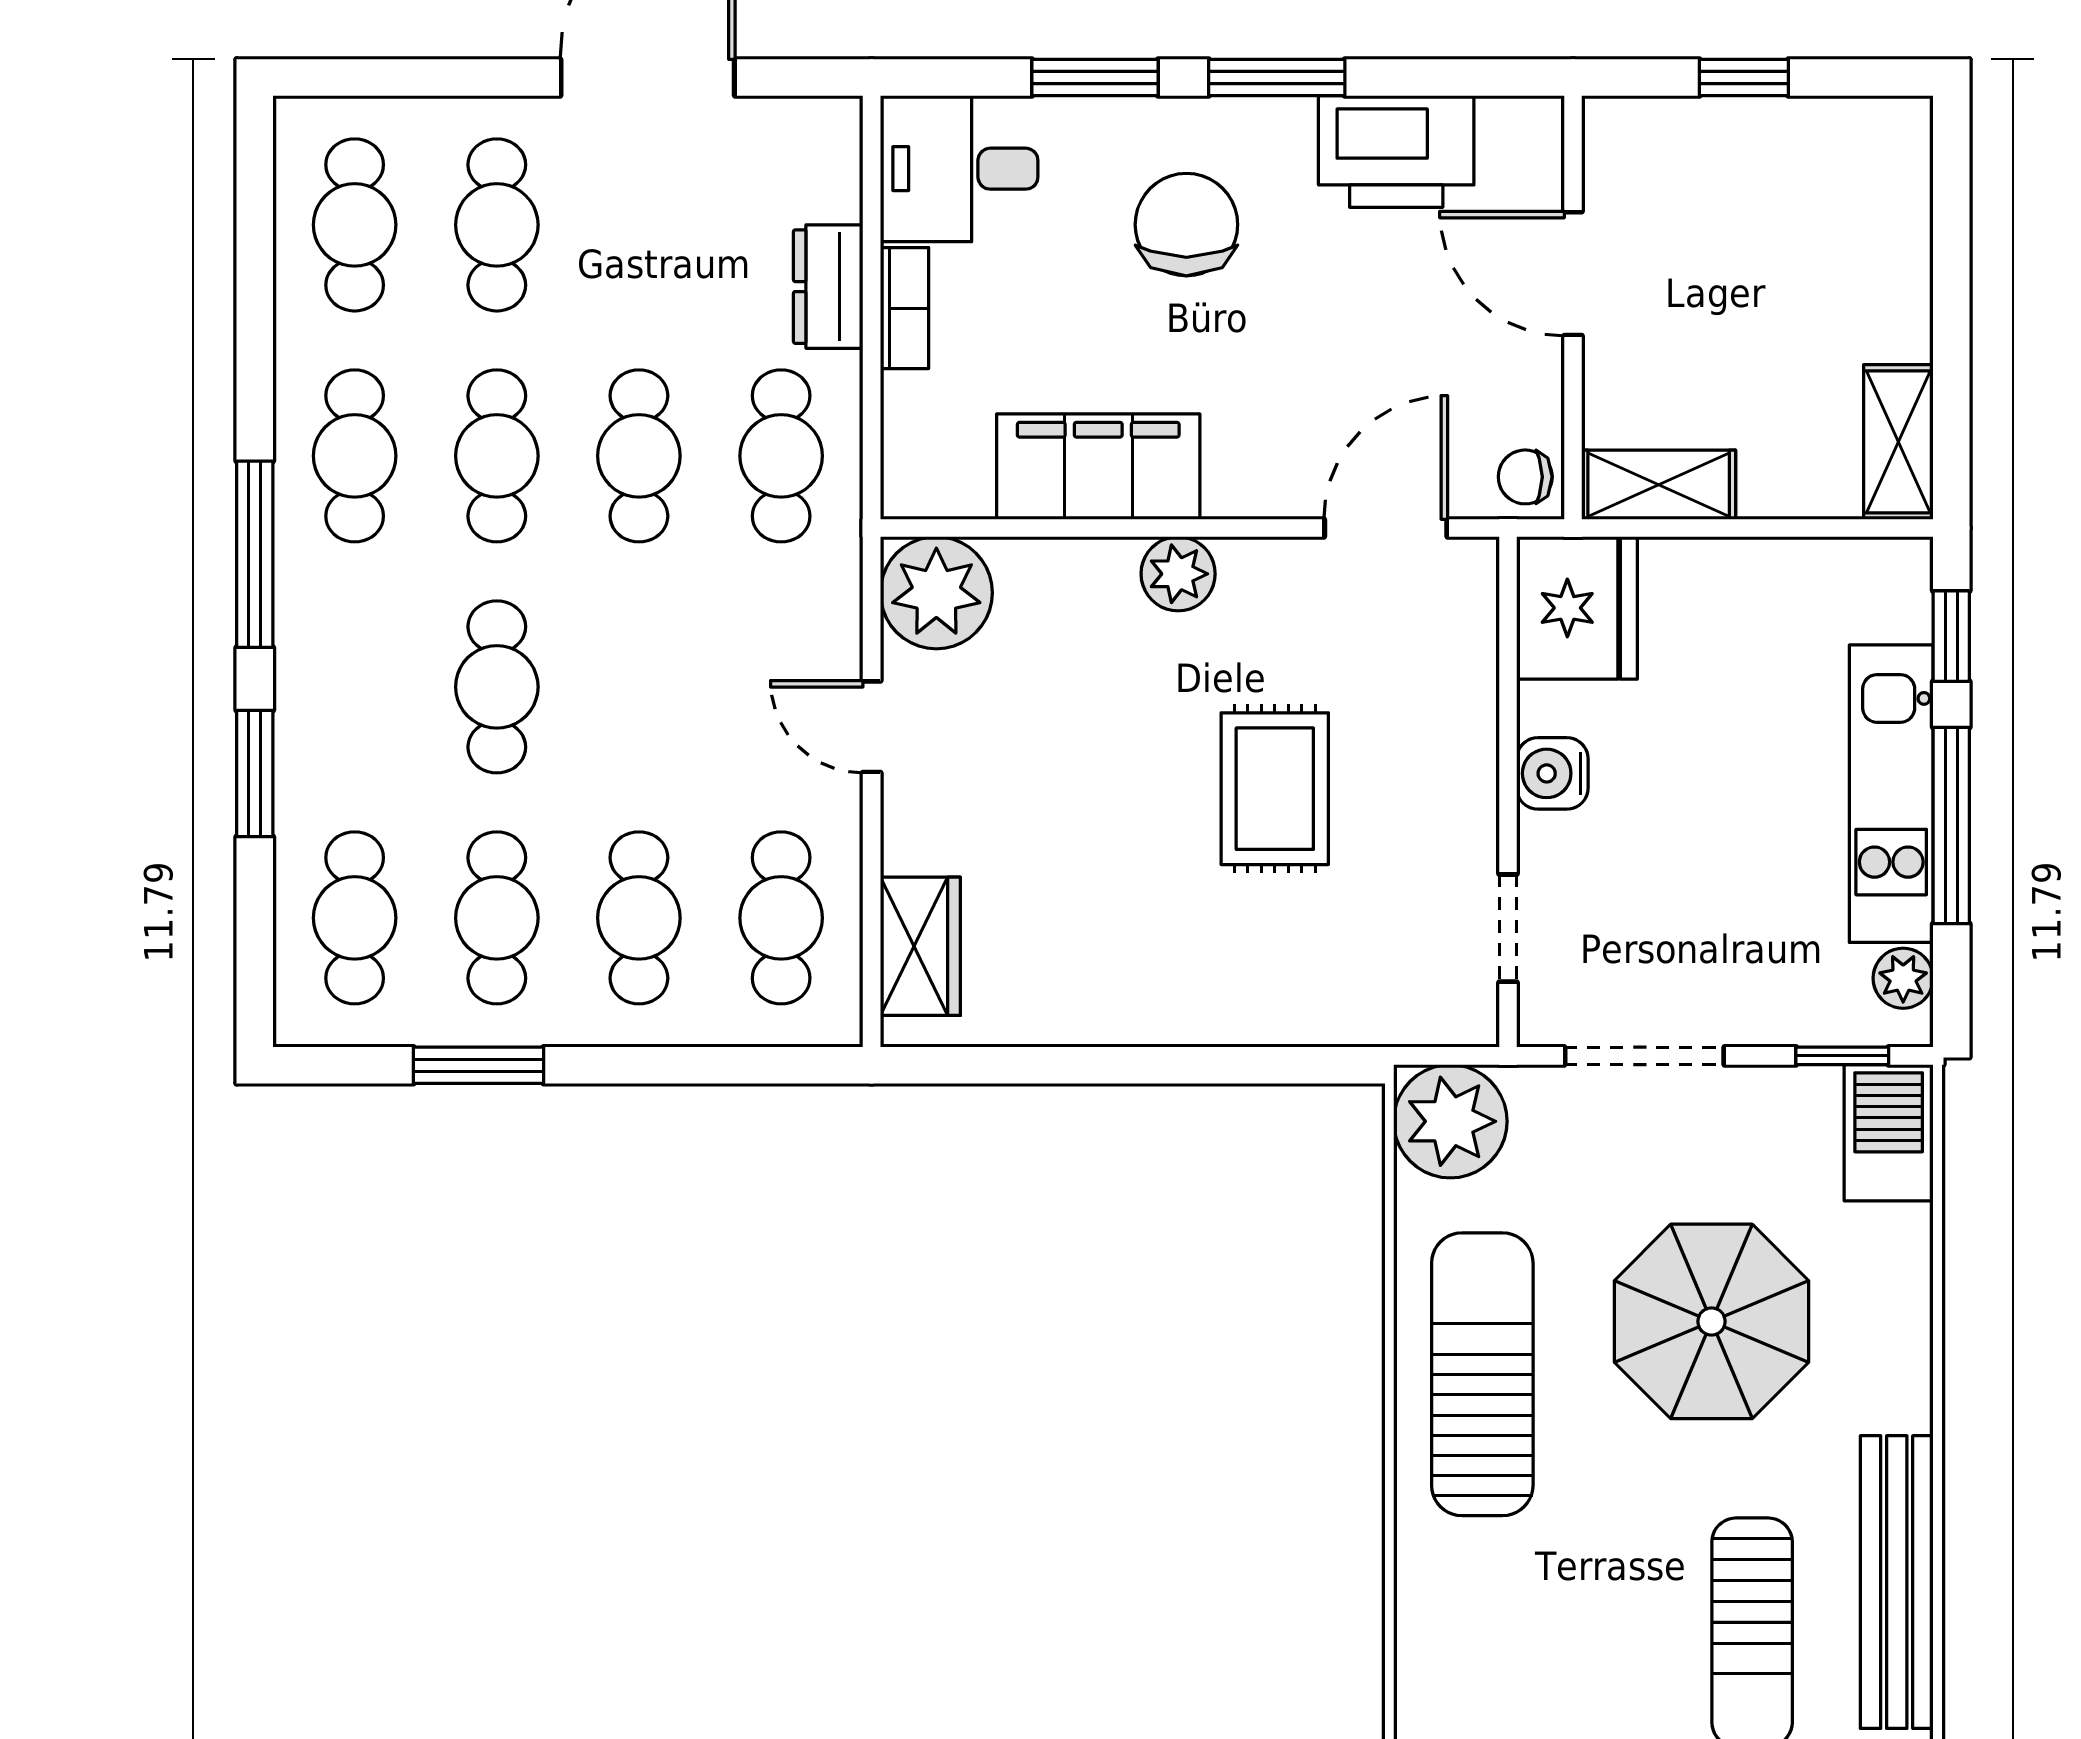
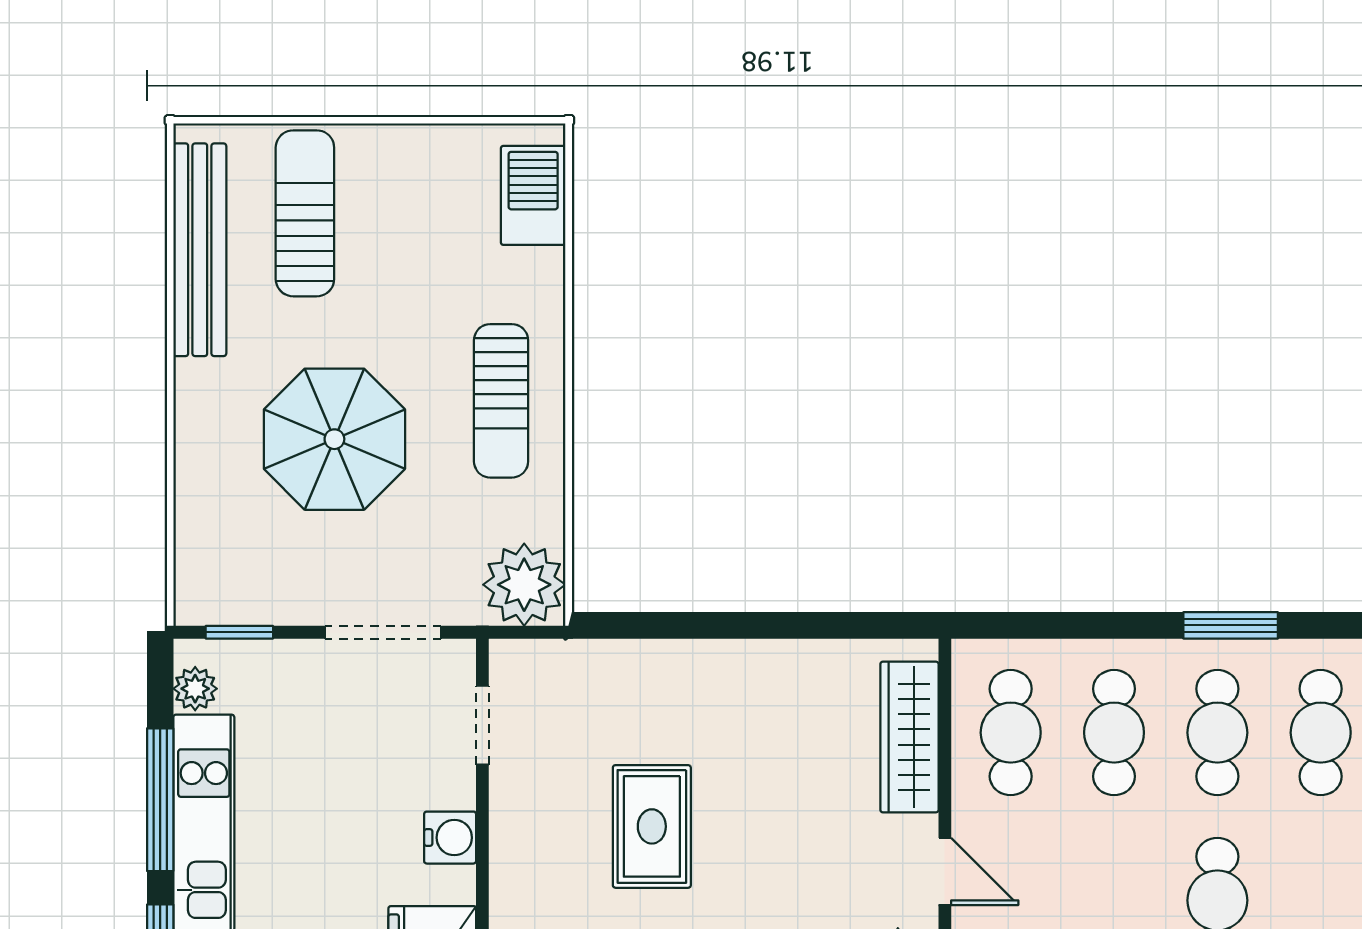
wardrobe: (920, 946) -> (909, 737), width x1.50
barbecue: (1889, 1133) -> (533, 195), moved, turned 180
sun lounger: (1482, 1374) -> (501, 401), width x0.73, depth x0.75

